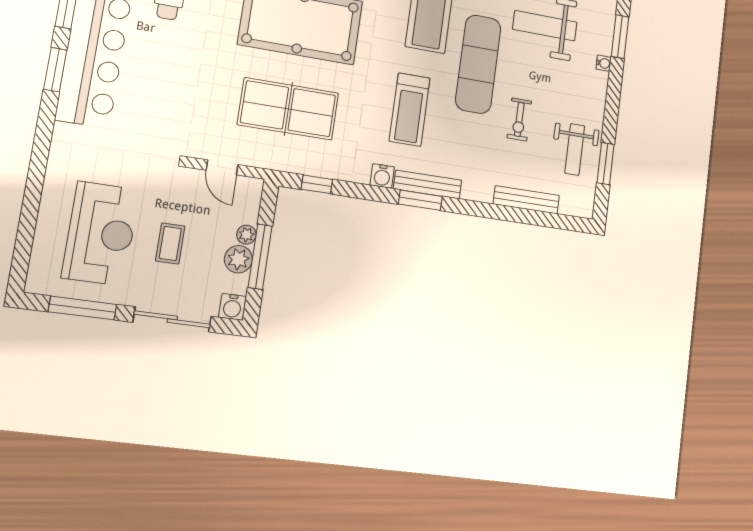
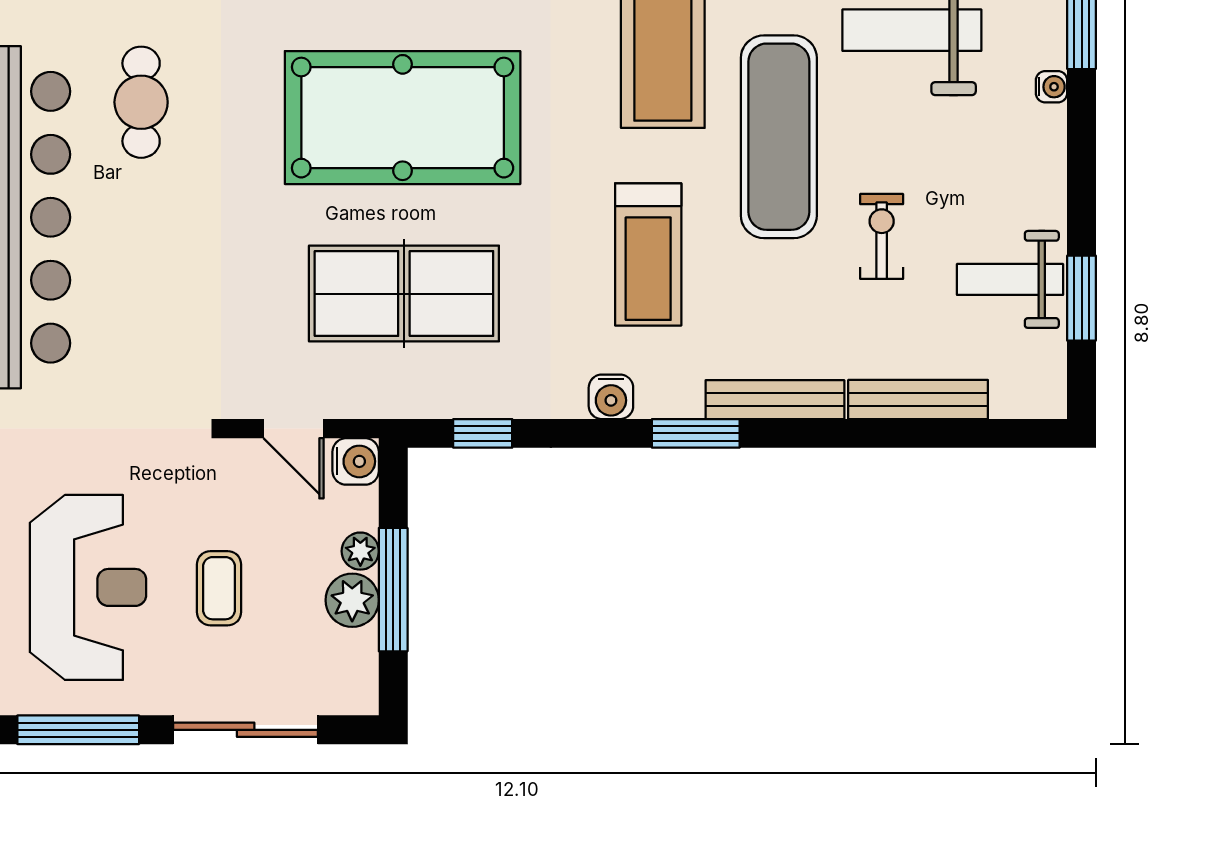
exercise bike: (519, 119) -> (882, 236), turned 180
weight bench: (575, 149) -> (1010, 279), turned 90
bench: (428, 184) -> (775, 400), moved
water cooler: (232, 307) -> (356, 461), moved, turned -90

